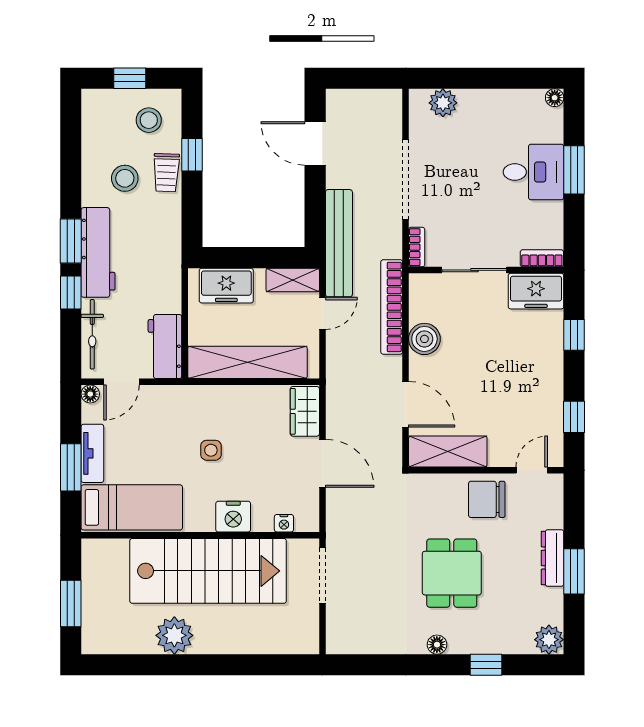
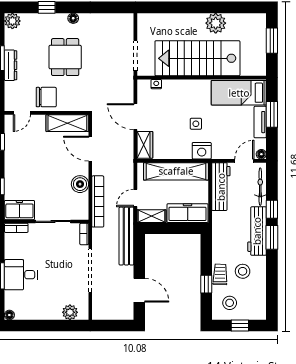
freezer: (226, 286) -> (188, 213), width x1.40
workbench: (165, 347) -> (221, 187), width x1.37
nightstand: (233, 517) -> (202, 151), moved, turned 180

